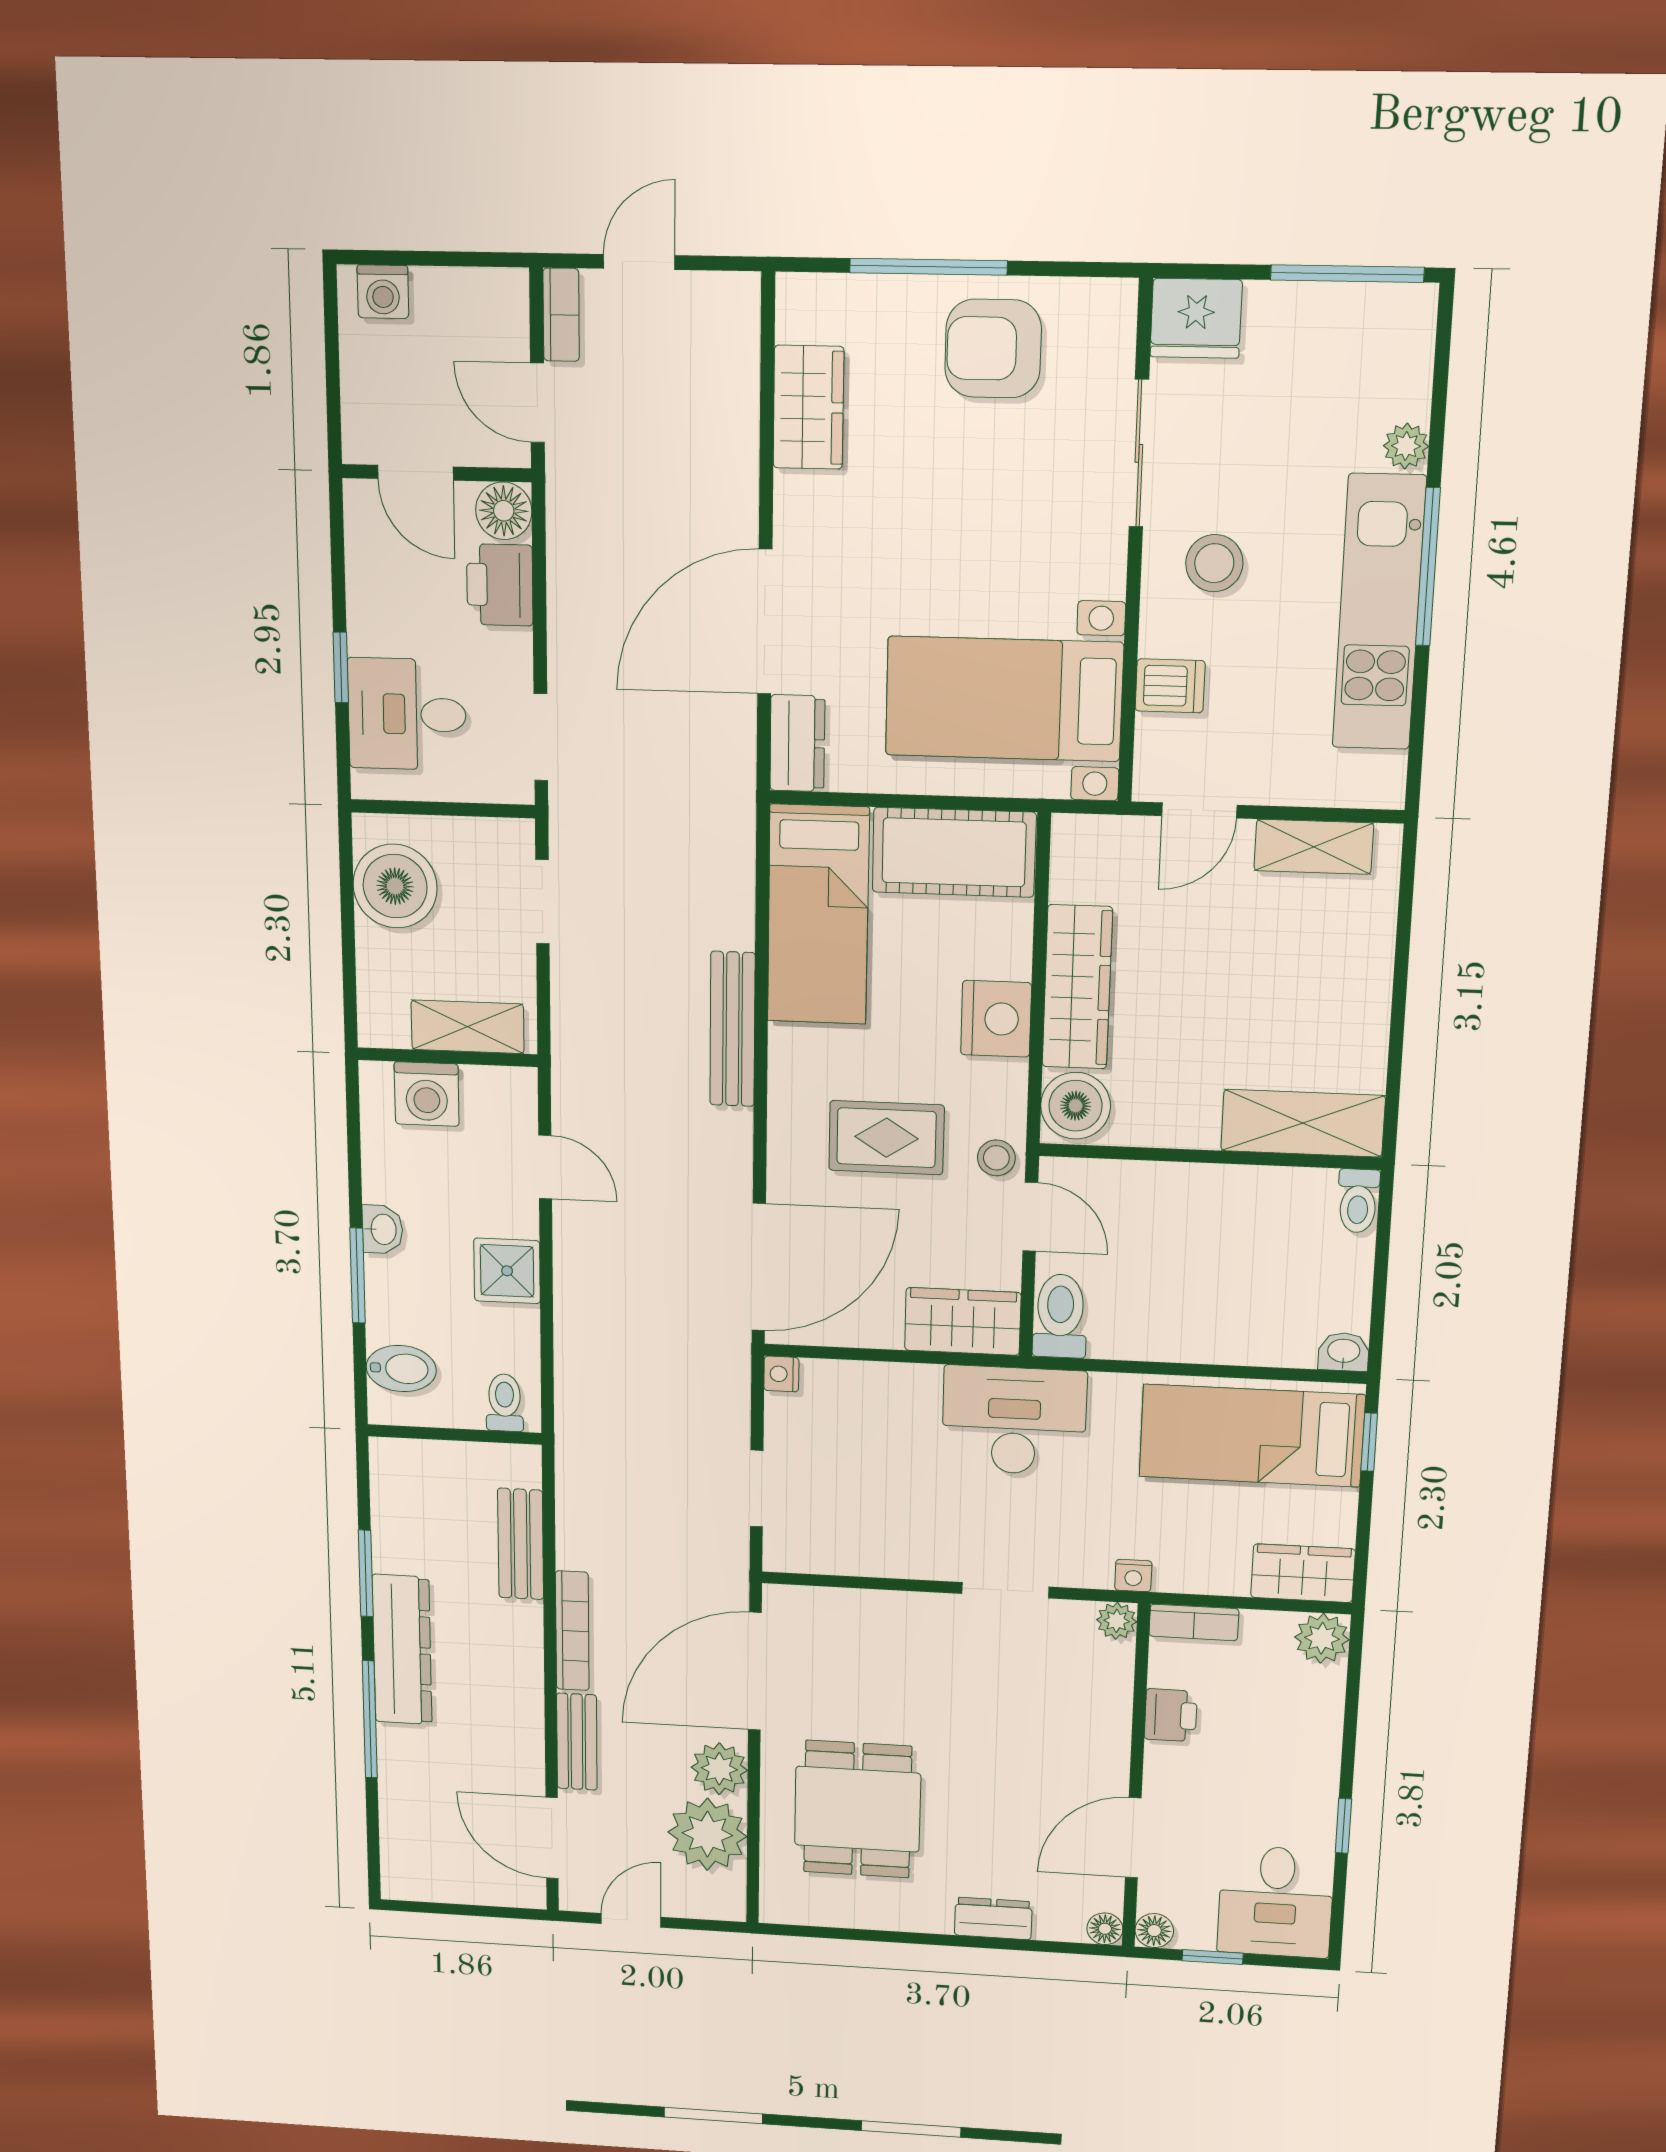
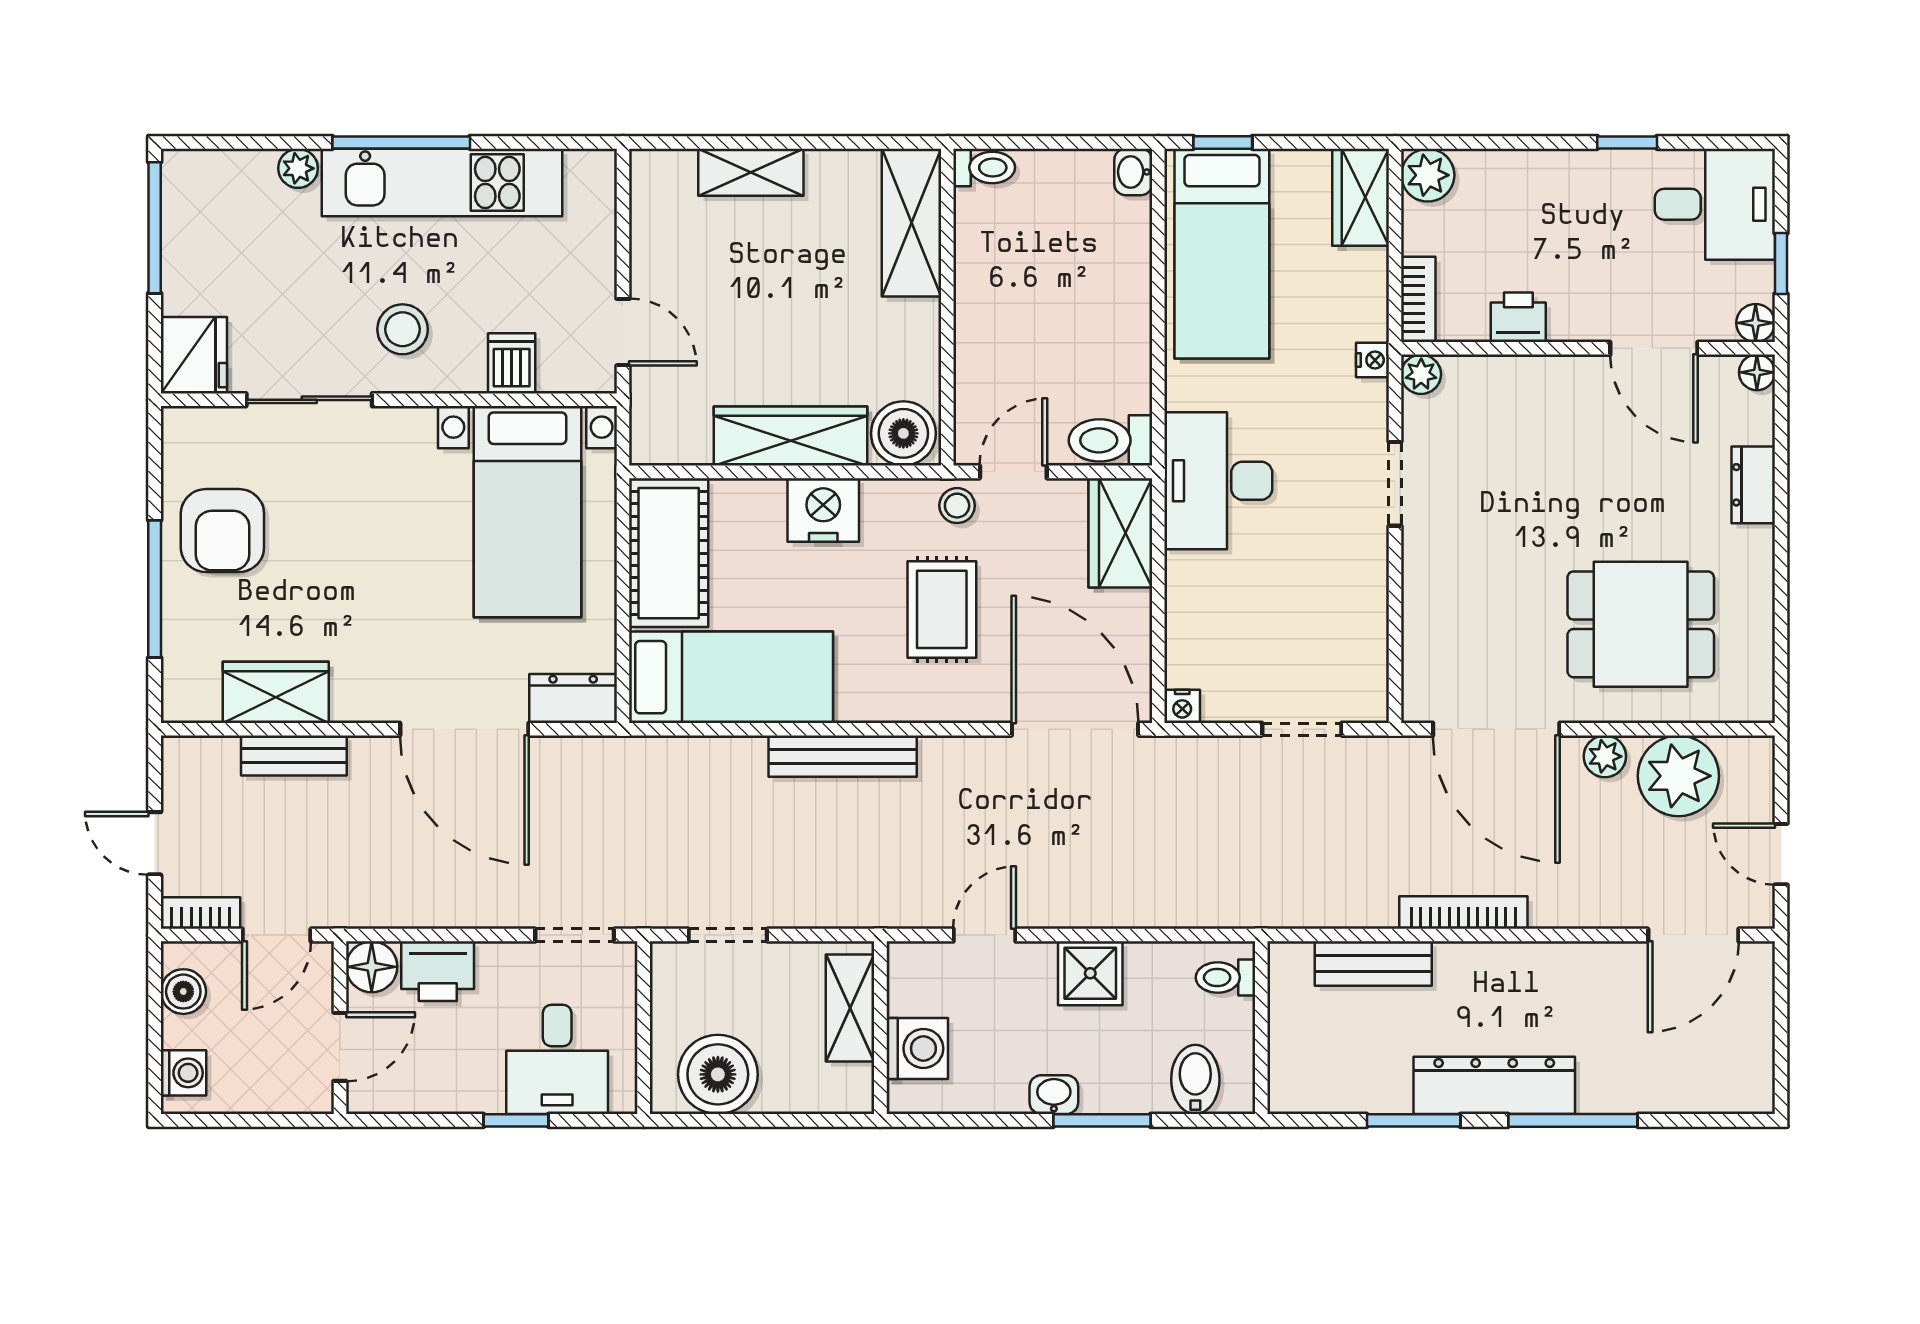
boiler: (473, 293) -> (183, 992), added
shelving: (1314, 847) -> (751, 172), moved, turned 90
bench: (577, 1742) -> (294, 755), moved
plant: (719, 1769) -> (1605, 756), width x0.73, depth x0.73

